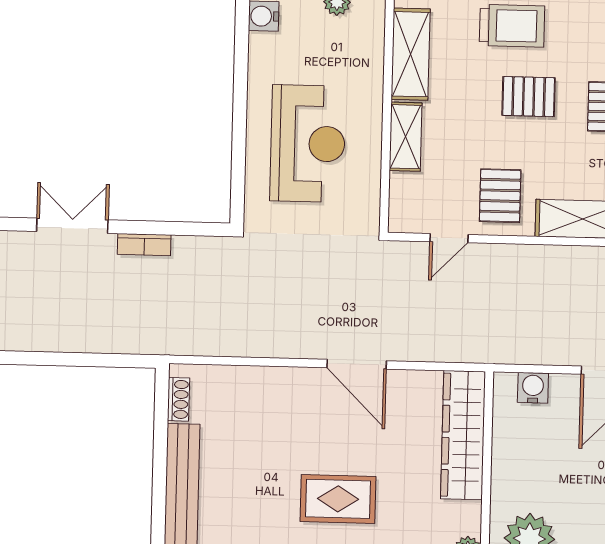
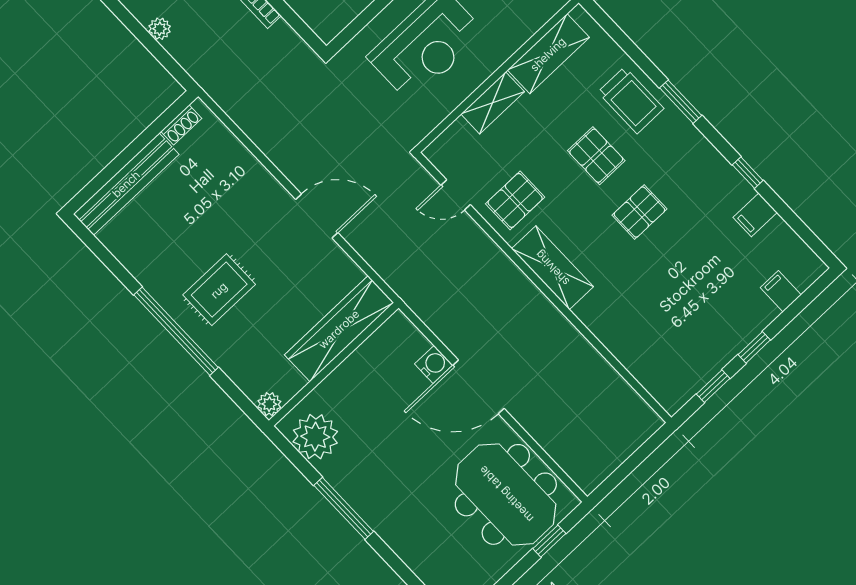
plant: (86, 341) -> (160, 29), added
door: (357, 364) -> (317, 216), swing flipped
water cooler: (533, 388) -> (434, 364), moved
rug: (338, 499) -> (219, 290), turned 90

